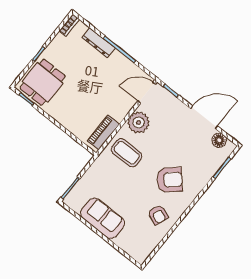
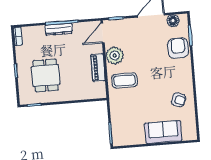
dresser: (99, 43) -> (59, 29), moved
dining table: (43, 82) -> (46, 75), moved
piano: (103, 132) -> (98, 68), moved
armchair: (170, 180) -> (178, 48), moved, turned -49
sofa: (103, 218) -> (163, 132), moved

